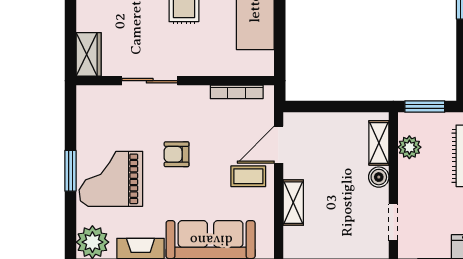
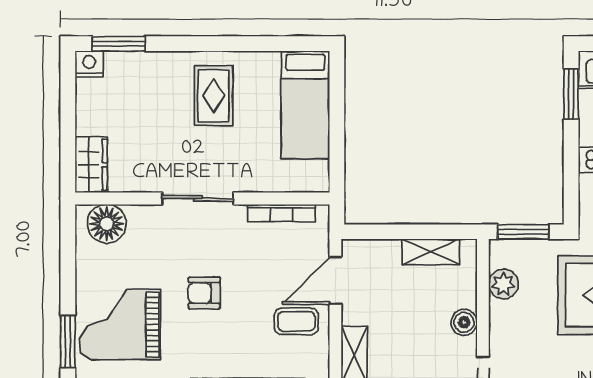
sliding door: (150, 81) -> (198, 198), moved
floor lamp: (101, 100) -> (107, 224), added
shelving: (379, 143) -> (431, 252), moved, turned 90
window: (70, 171) -> (68, 342), moved

